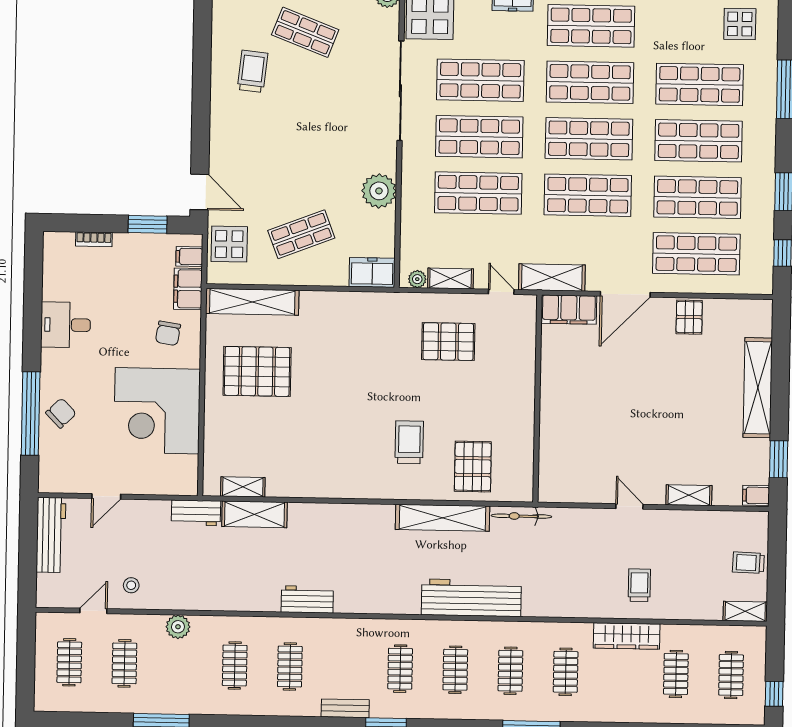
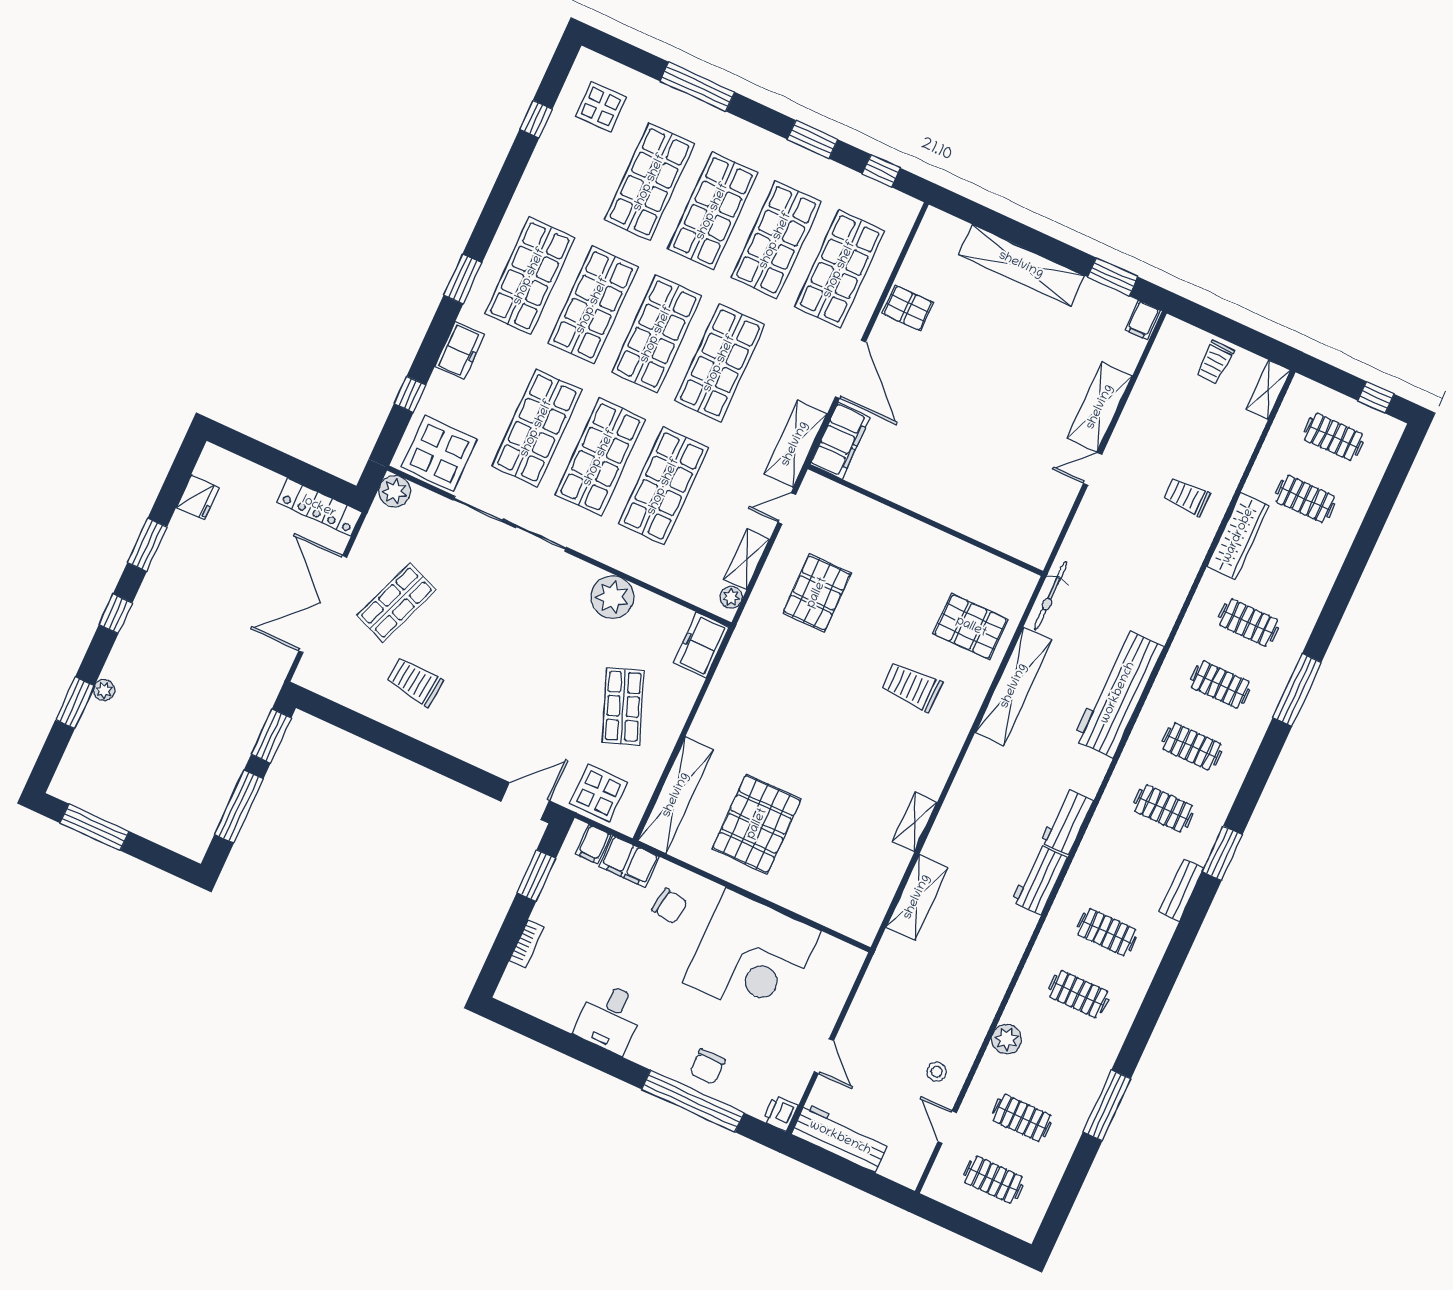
chair: (61, 413) -> (707, 1067), turned -136
printer: (50, 482) -> (780, 1113), added
shelving: (243, 487) -> (915, 822), moved
shelving: (689, 495) -> (1100, 407), width x1.50, depth x1.33
workbench: (196, 513) -> (1067, 821), moved, turned 180

